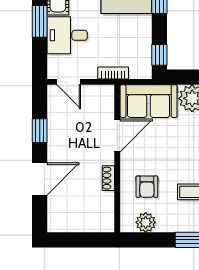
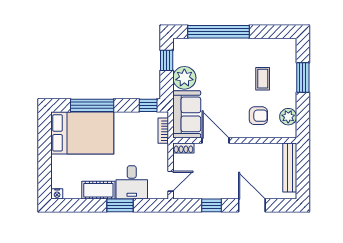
bookcase: (113, 73) -> (163, 131), moved
shoe rack: (108, 178) -> (183, 148), moved
bench: (85, 224) -> (290, 168), added

